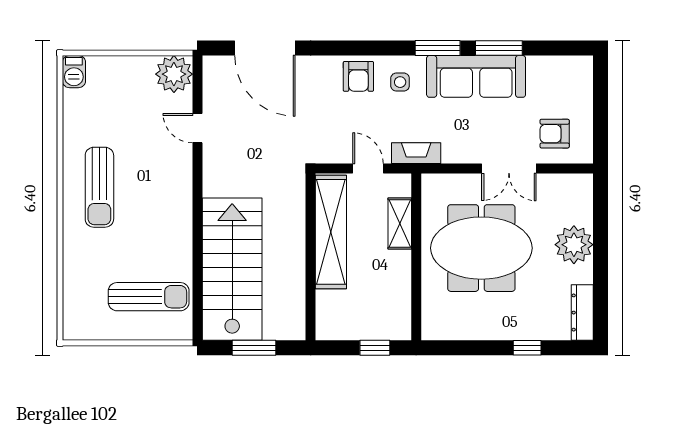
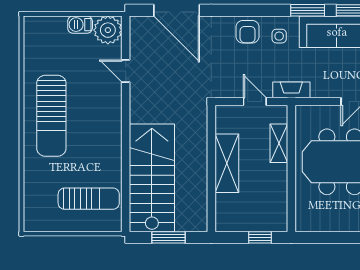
barbecue: (74, 72) -> (80, 25), moved, turned 90
sun lounger: (99, 187) -> (51, 116), width x1.36, depth x1.34
shelving: (331, 232) -> (227, 163), width x0.68

